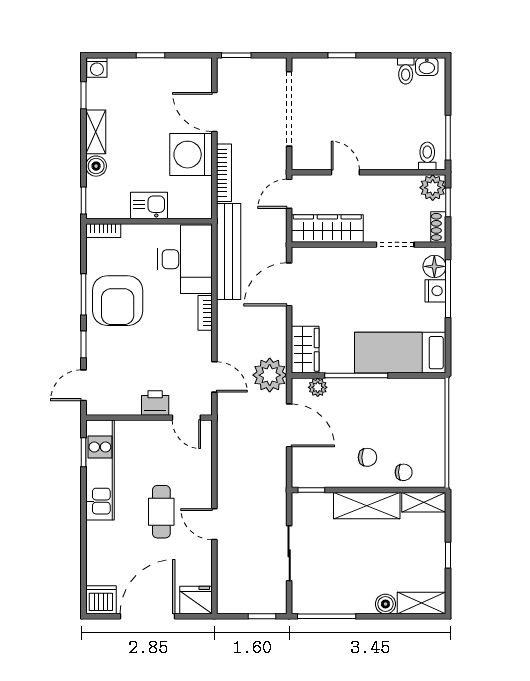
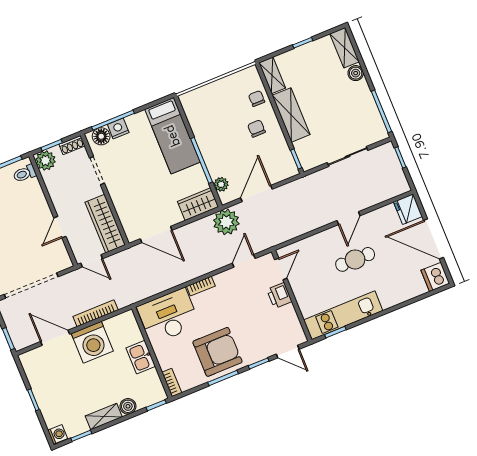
door: (214, 112) -> (55, 338), swing flipped
bench: (229, 252) -> (150, 287), removed

